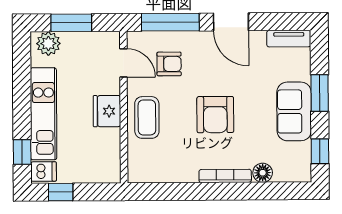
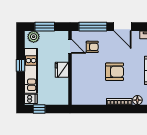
armchair: (215, 115) -> (115, 72), turned -90
coffee table: (147, 117) -> (81, 73), removed
window: (22, 152) -> (21, 65), moved

